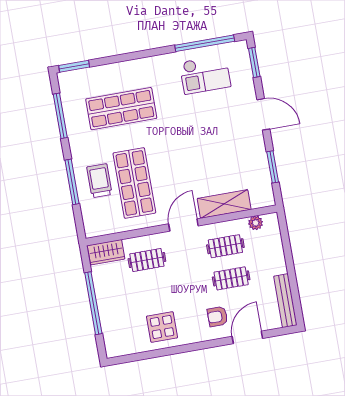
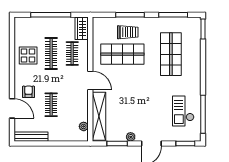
plant: (259, 148) -> (131, 137), added
shelving: (224, 204) -> (99, 116), width x1.47
clothes rail: (225, 246) -> (51, 53), moved, width x1.36

